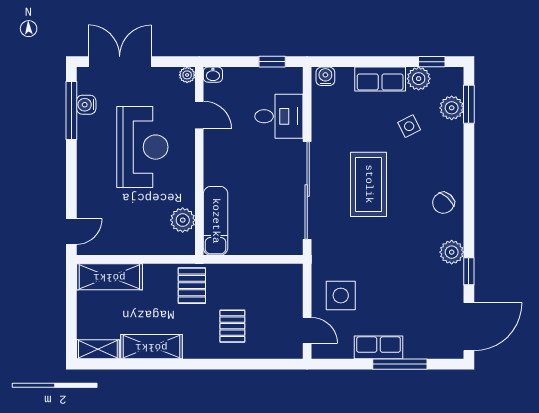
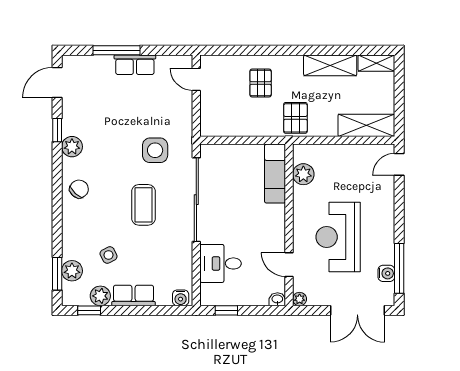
coffee table: (369, 184) -> (143, 205), width x0.73, depth x0.76
side table: (341, 296) -> (155, 150), moved
door: (469, 327) -> (57, 83), width x0.73

